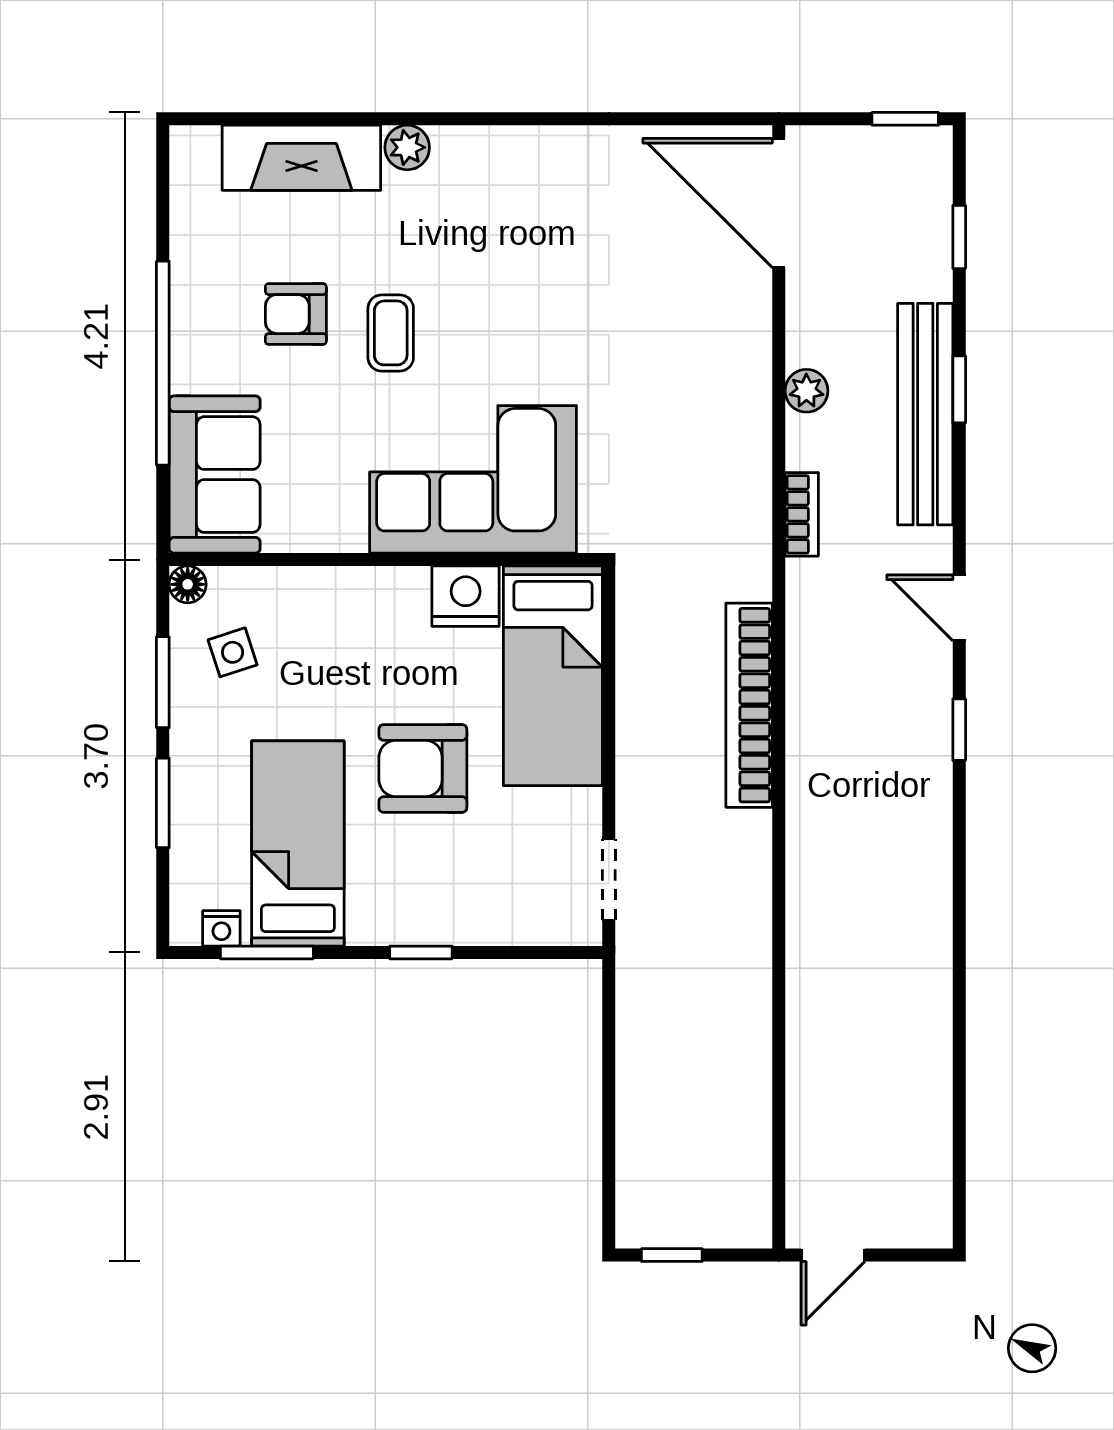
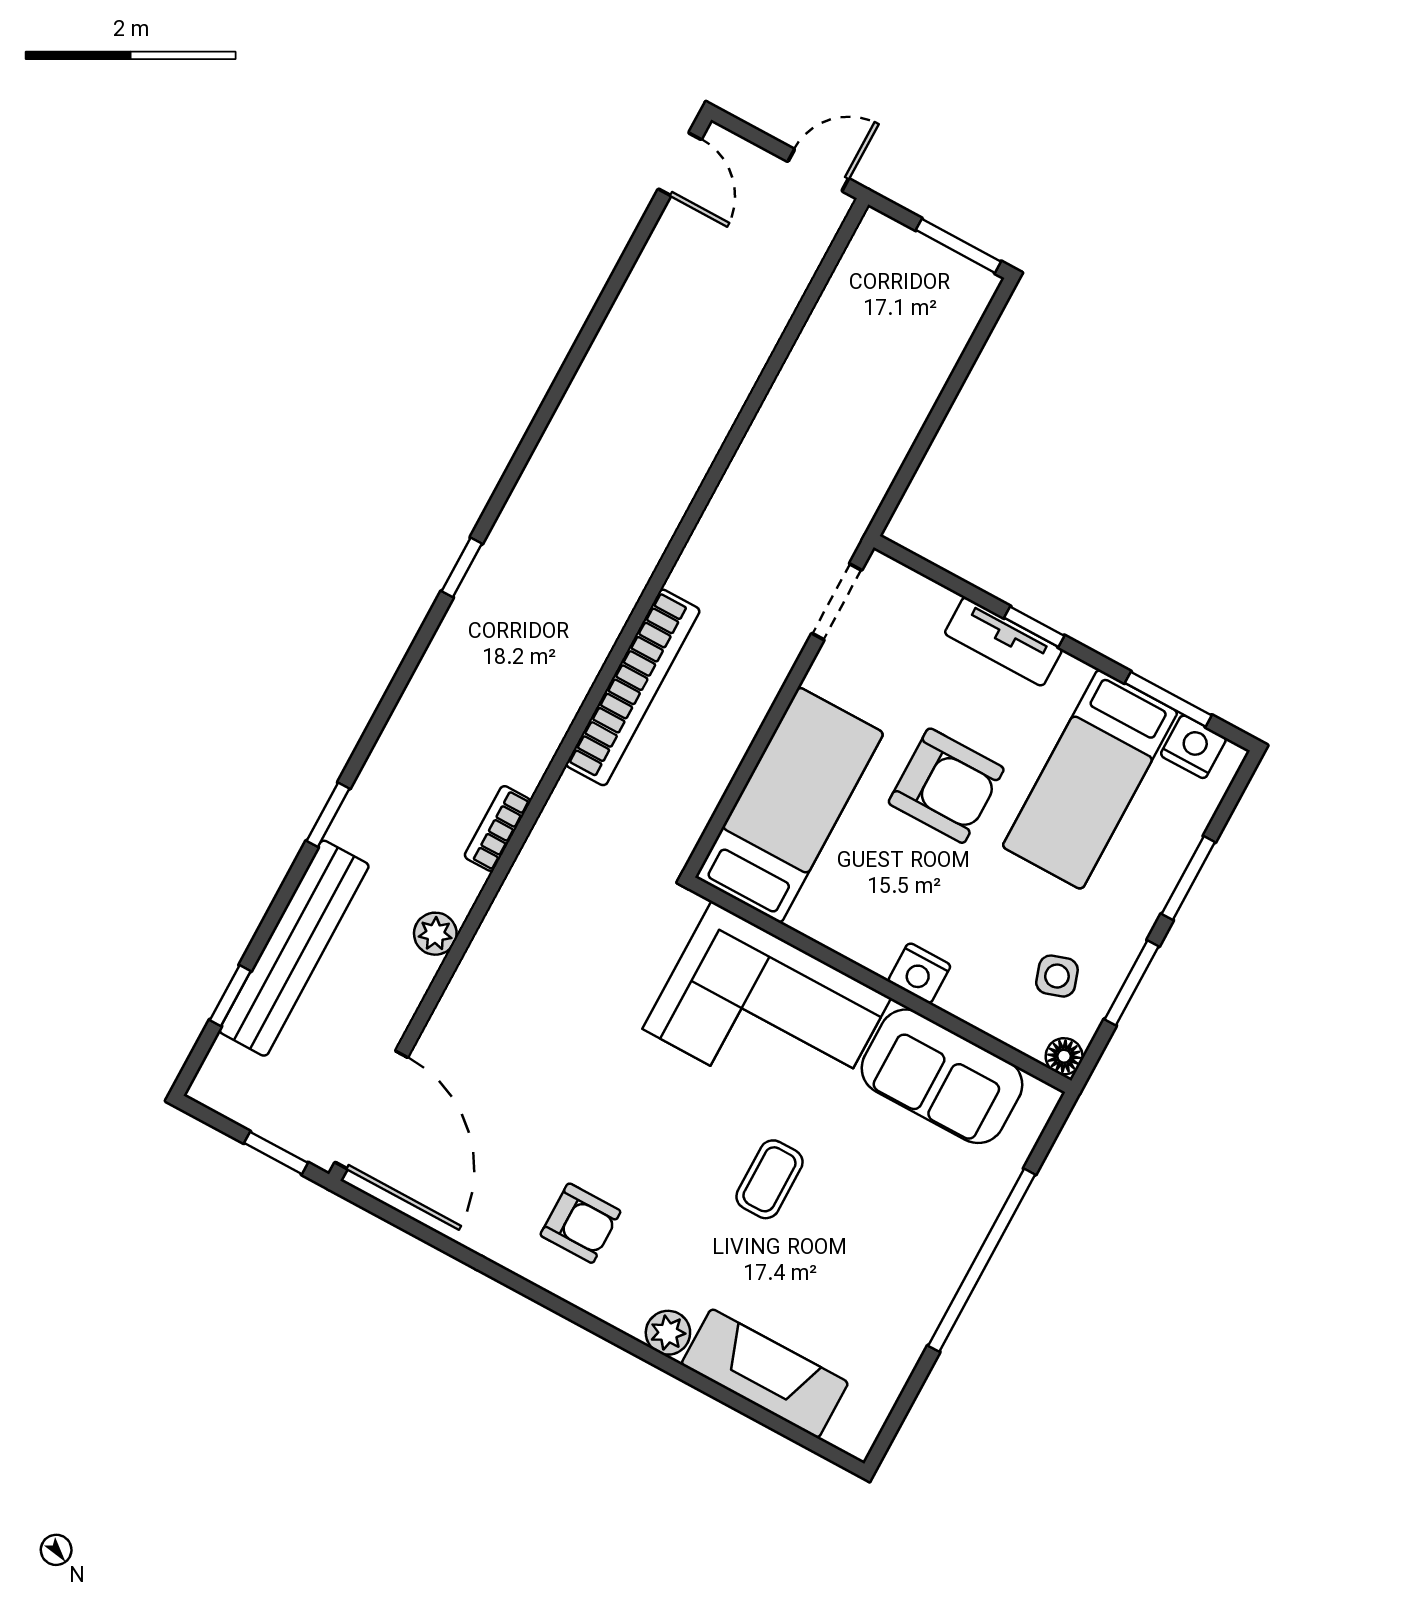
window: (905, 119) -> (276, 1153), moved
armchair: (296, 314) -> (580, 1223), moved
window: (959, 389) -> (328, 815), moved
bench: (925, 414) -> (294, 948), moved
sofa: (215, 475) -> (942, 1076), moved, turned -90
nightstand: (466, 596) -> (919, 973), moved, width x0.74, depth x0.75
door: (959, 608) -> (680, 164), moved
tv unit: (441, 924) -> (1003, 642), added
nightstand: (221, 928) -> (1193, 747), width x1.39, depth x1.35
window: (672, 1255) -> (958, 246), width x1.50

